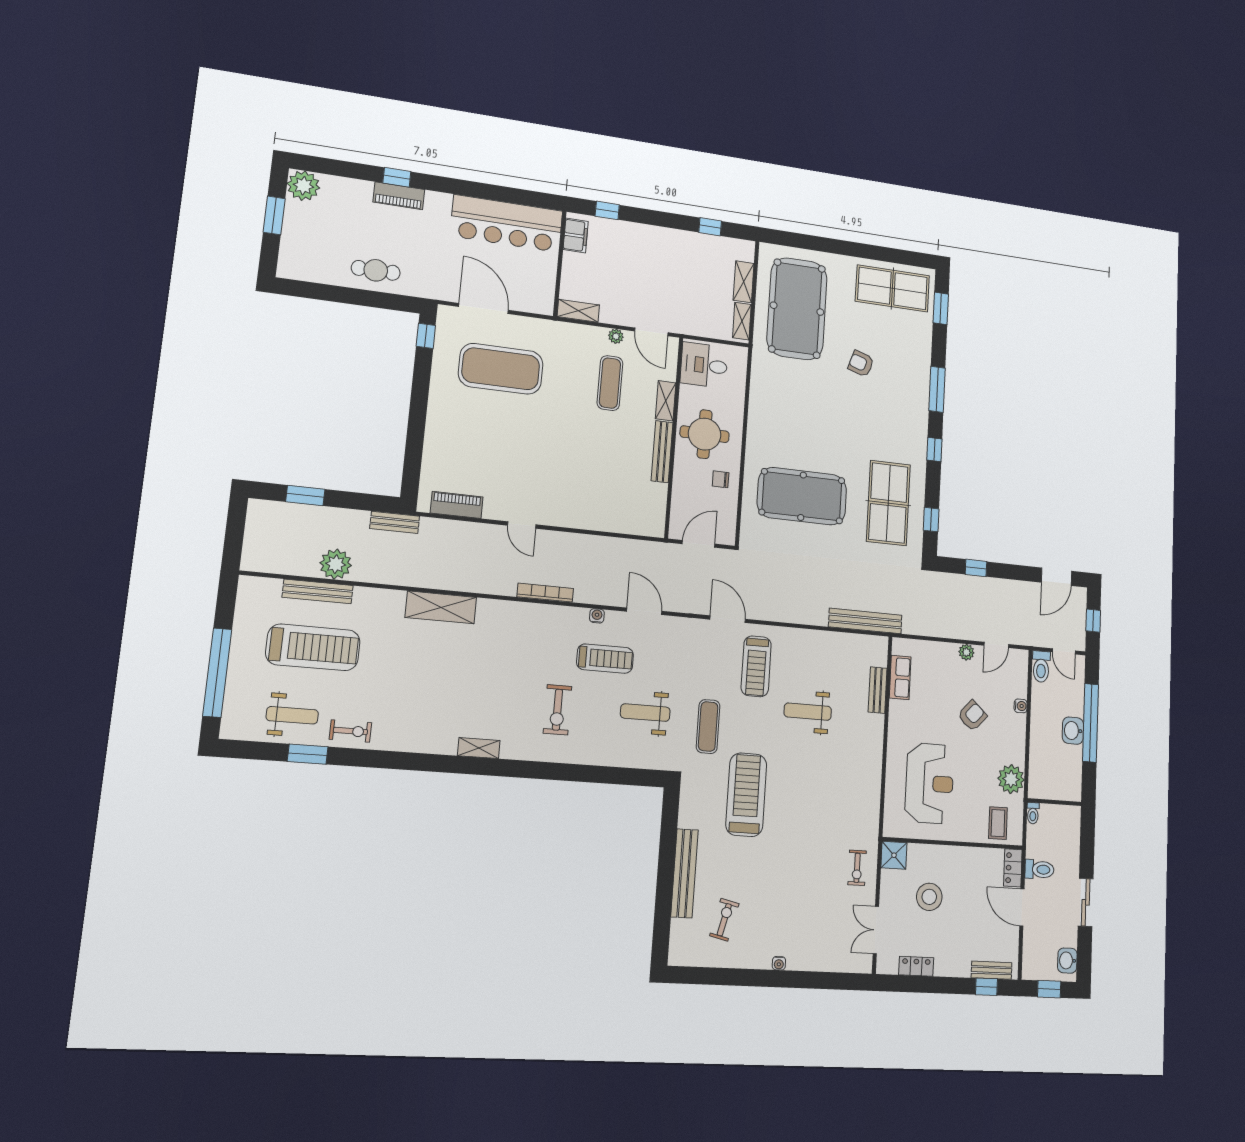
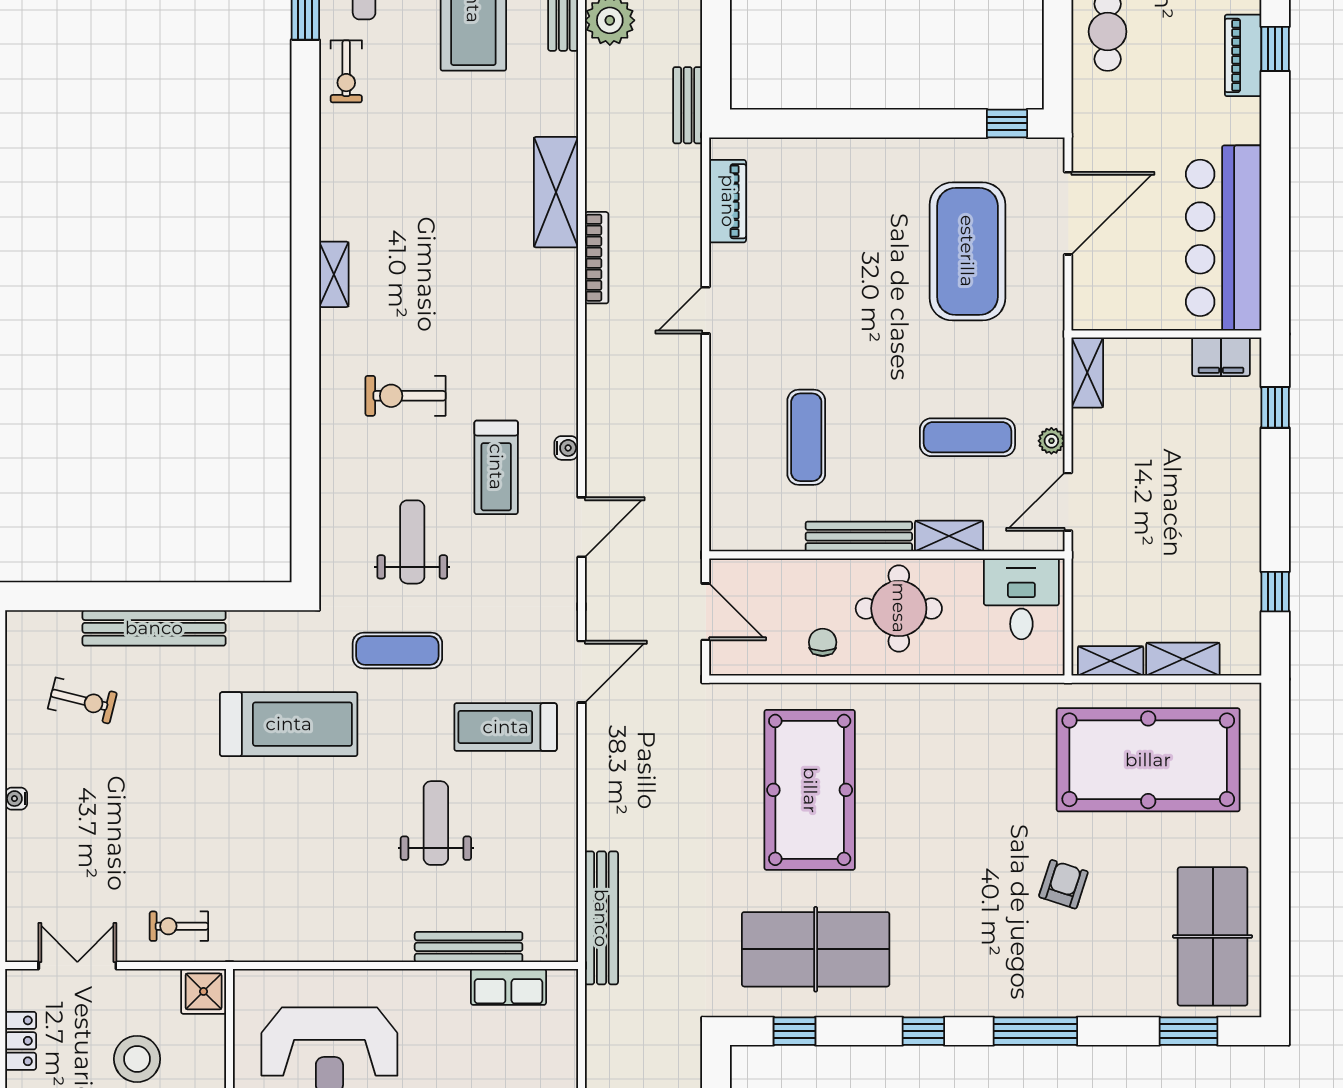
exercise mat: (602, 475) -> (806, 437), added
bookcase: (545, 593) -> (597, 258), moved
bench: (878, 690) -> (469, 947), width x1.36

